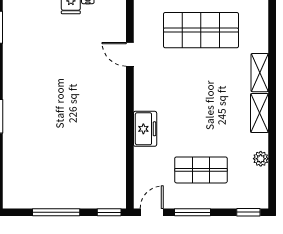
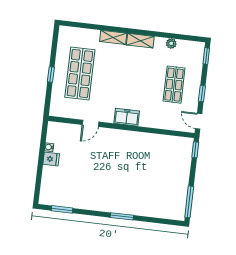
freezer: (145, 129) -> (127, 117), moved
window: (56, 212) -> (189, 202), moved
window: (192, 212) -> (202, 94), width x0.67

